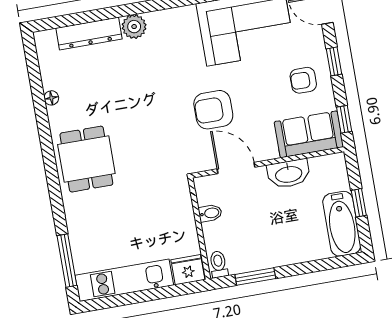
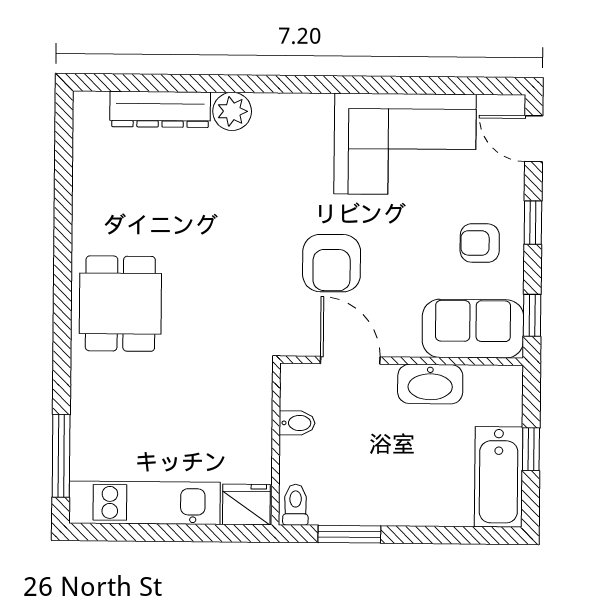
floor lamp: (51, 98) -> (83, 199), removed
armchair: (213, 110) -> (332, 263), turned -90

